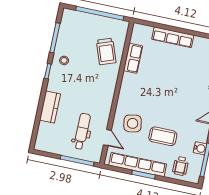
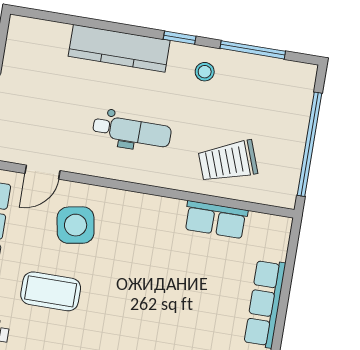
kitchen counter: (50, 107) -> (119, 48), width x1.50
dental chair: (82, 131) -> (132, 131), moved
coffee table: (163, 136) -> (51, 291), turned 90

